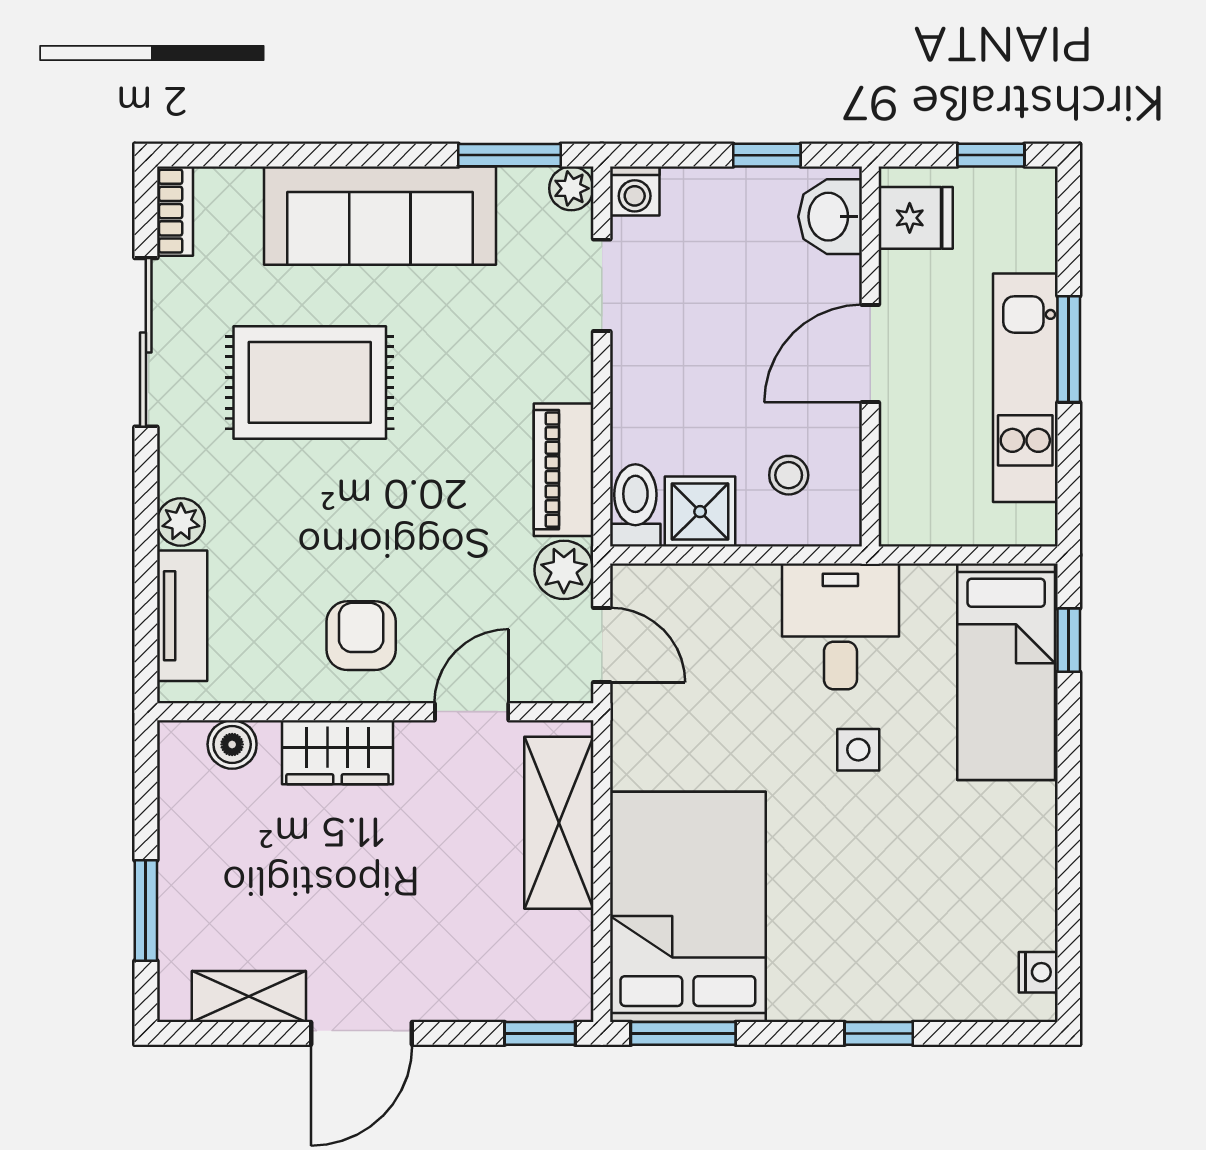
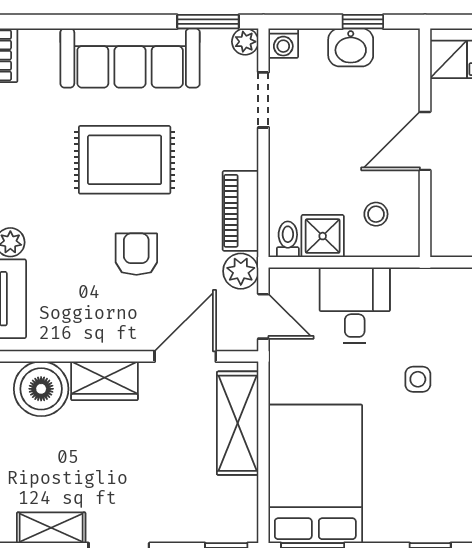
washbasin: (830, 217) -> (351, 47), moved, turned -90
rug: (310, 382) -> (125, 160), moved
toilet: (635, 505) -> (288, 239), width x0.73, depth x0.72
desk: (840, 626) -> (355, 305), moved
armchair: (361, 636) -> (136, 254), moved
door: (472, 712) -> (185, 356), width x1.38
boiler: (232, 744) -> (41, 389), width x1.86, depth x1.86

